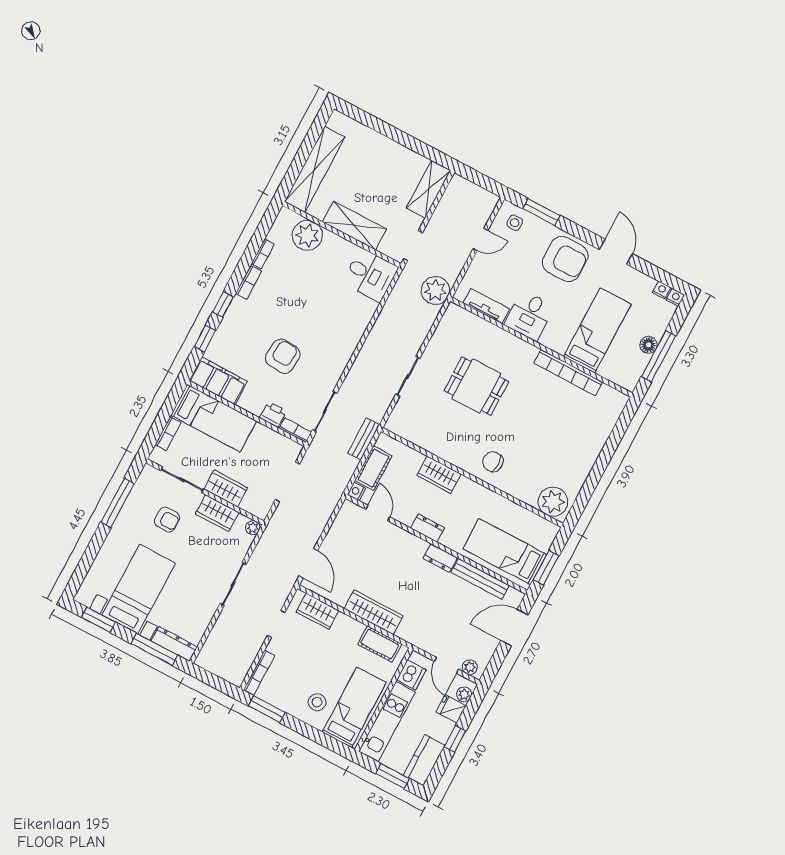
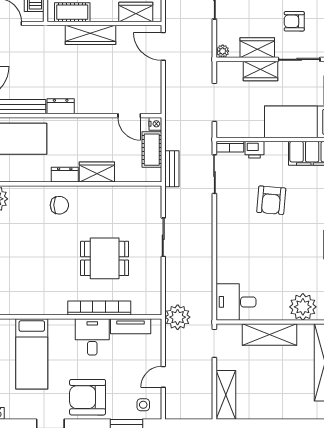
bookcase: (568, 373) -> (99, 308), moved
dresser: (428, 528) -> (65, 175), moved, turned 180

